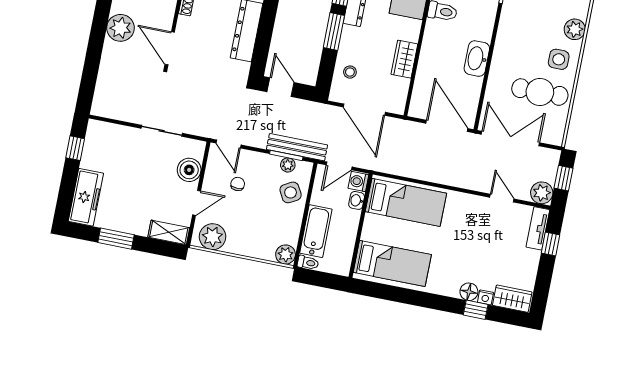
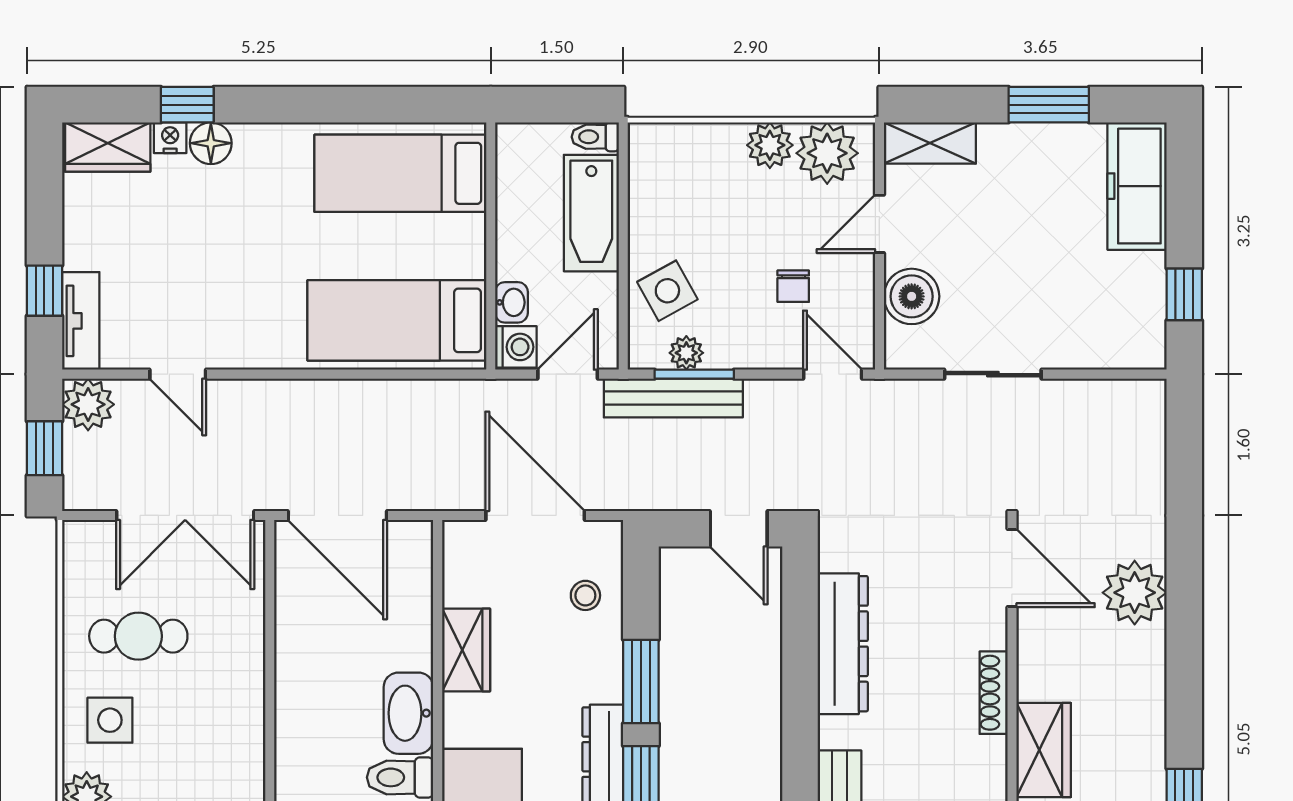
washbasin: (477, 59) -> (408, 713), moved, turned 180
cafe table: (540, 92) -> (138, 636), width x0.73, depth x0.74
plant: (286, 255) -> (770, 145), moved

